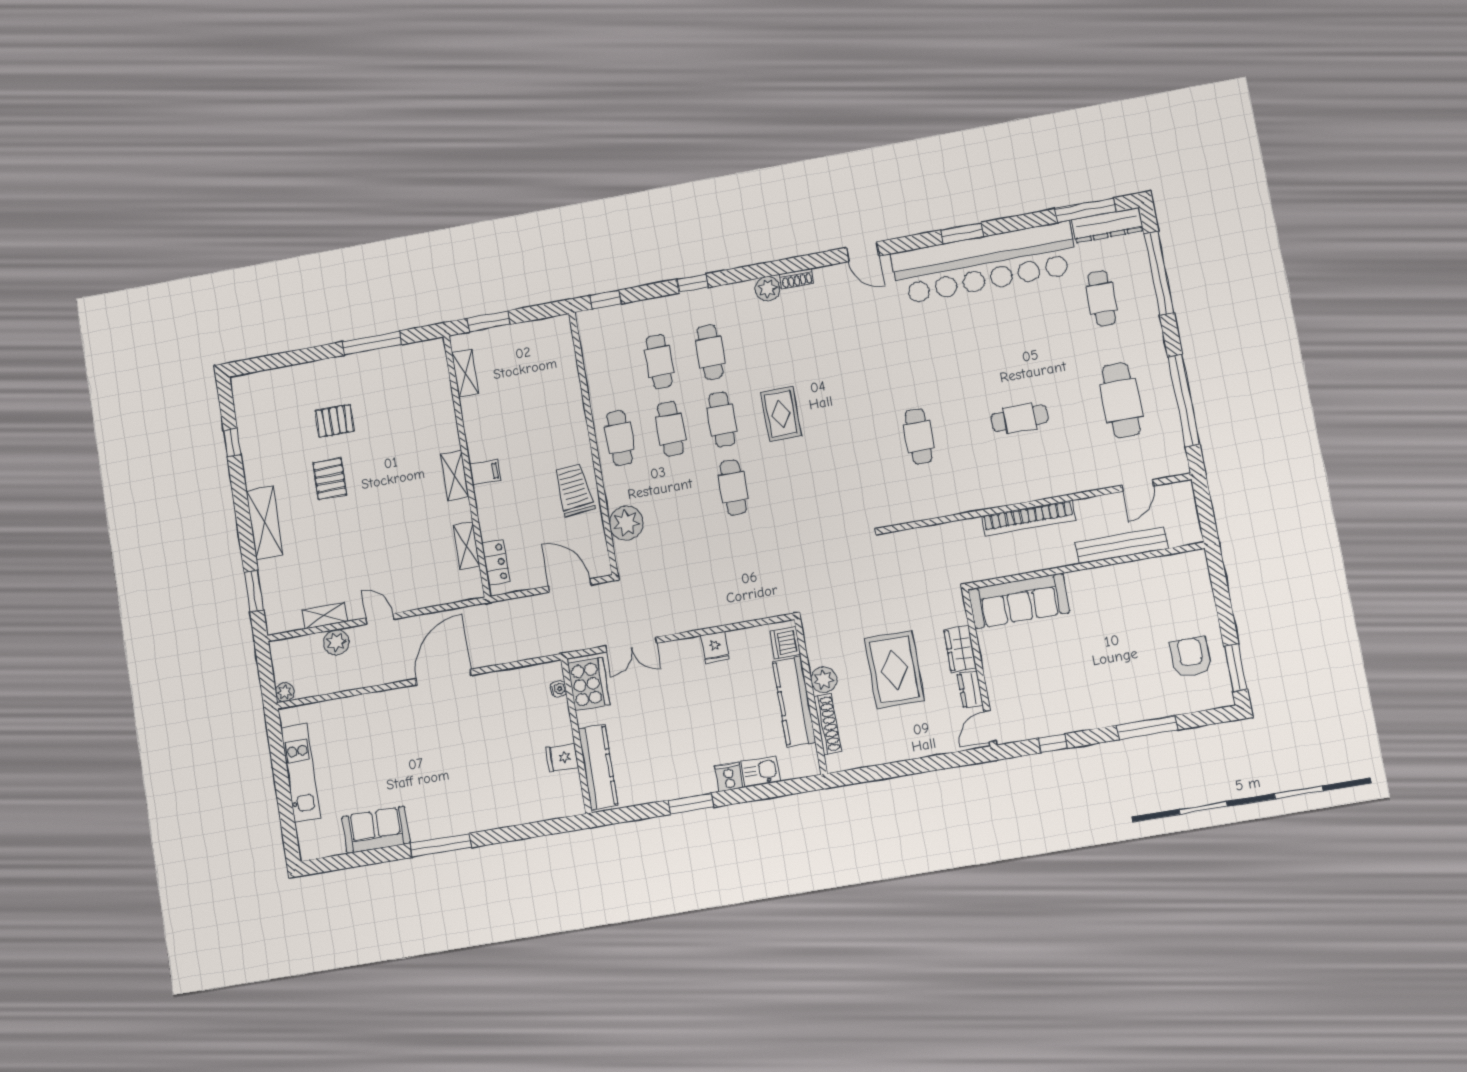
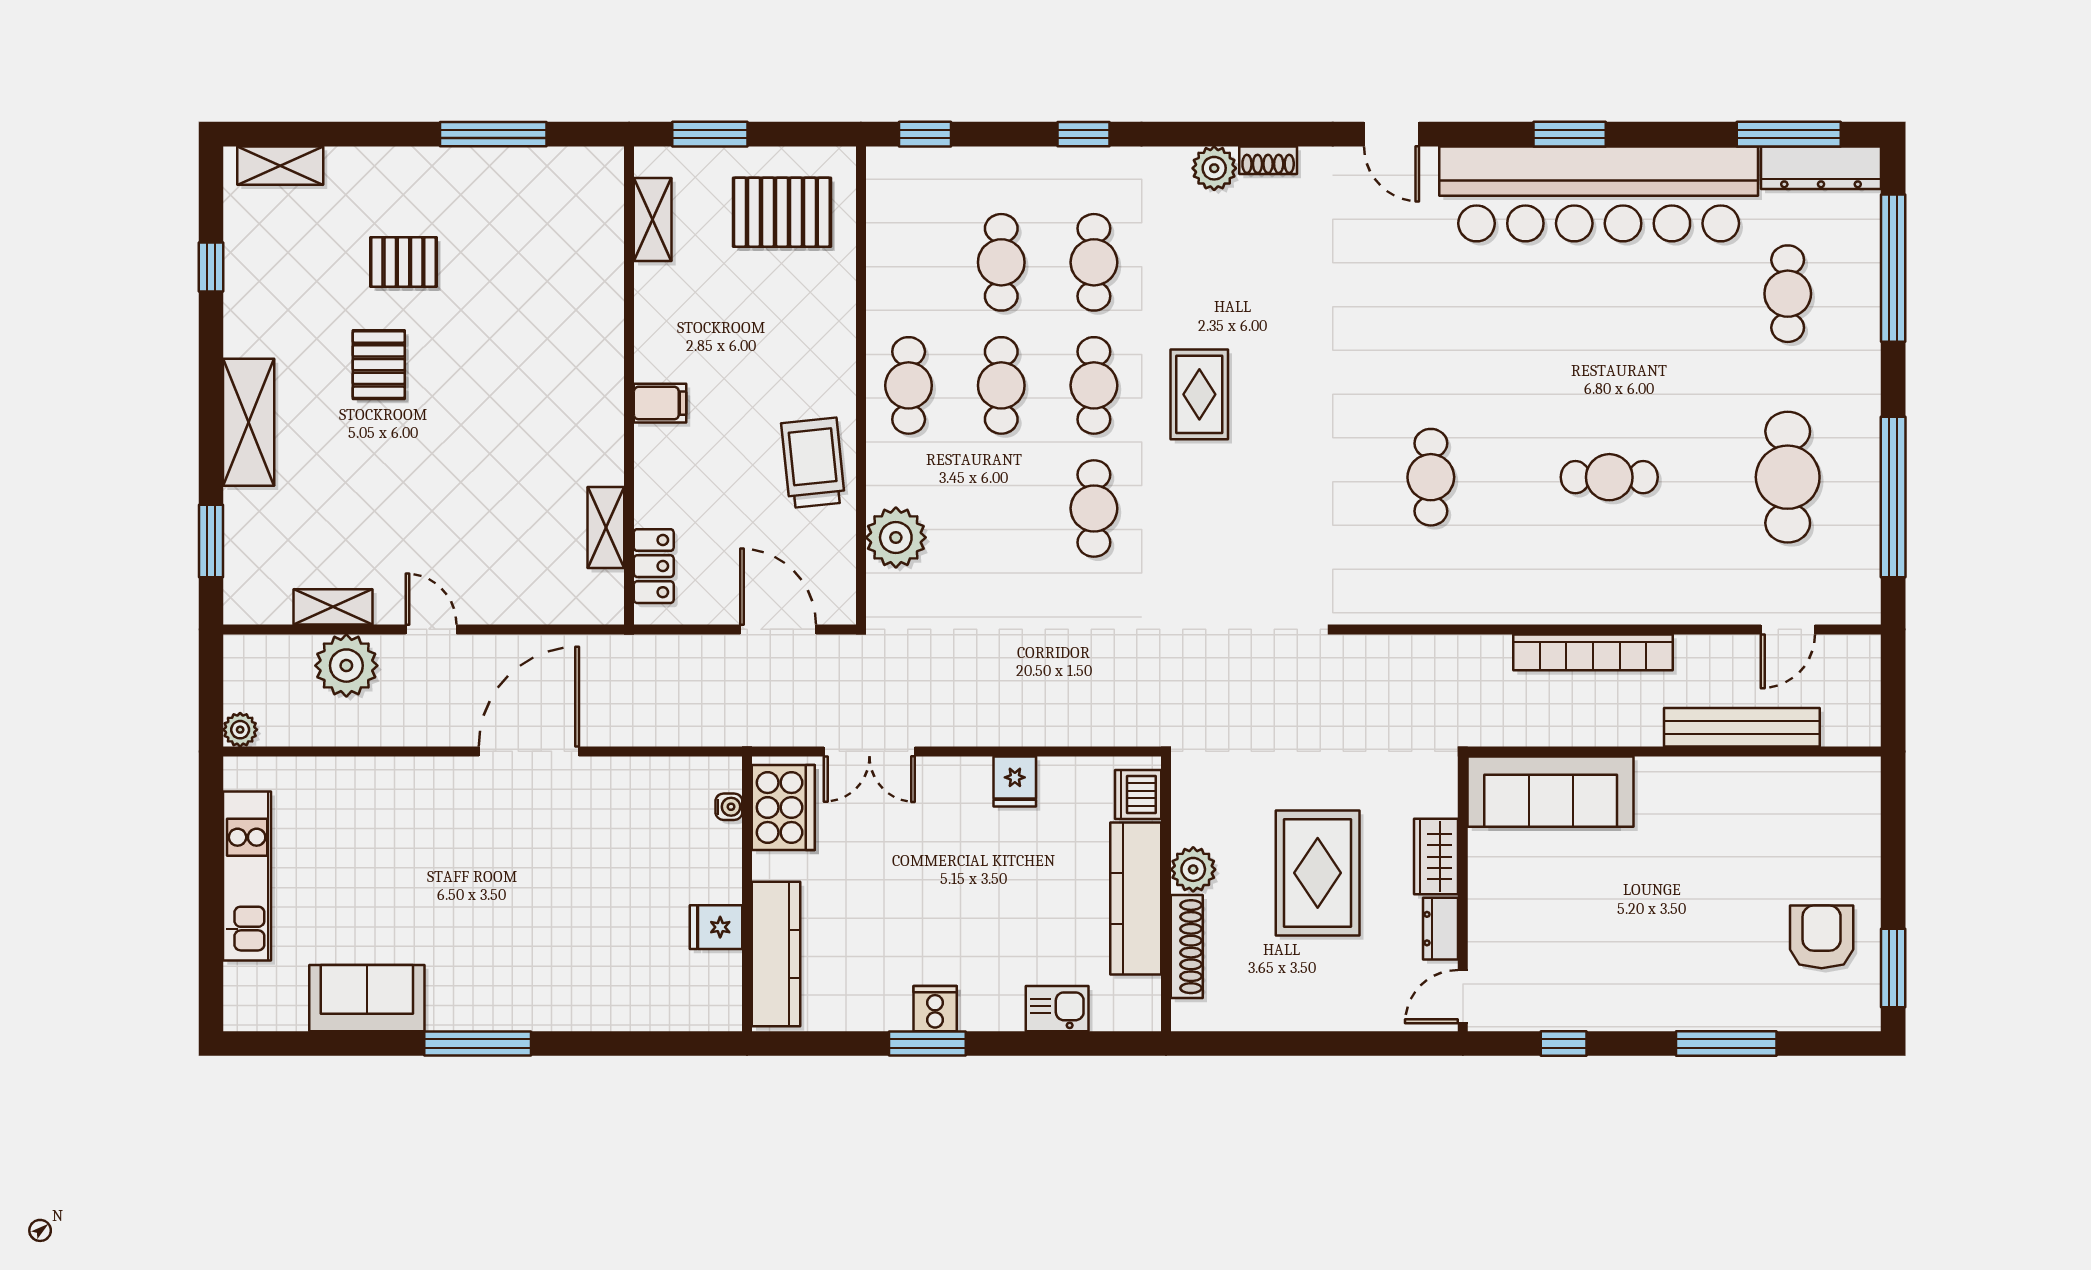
pallet: (535, 356) -> (782, 212), added
shelving: (455, 475) -> (280, 166), moved, turned 90
plant: (336, 642) -> (346, 666), width x1.36, depth x1.36
cooker: (729, 777) -> (935, 1009), moved

